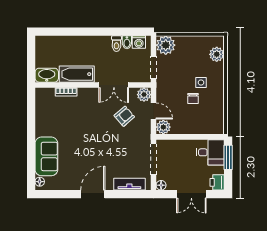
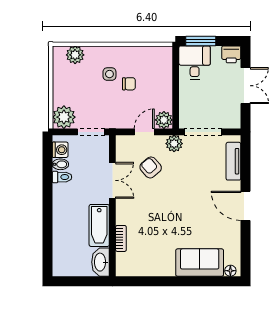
plant: (144, 95) -> (174, 144), moved
floor lamp: (161, 185) -> (235, 123), removed

